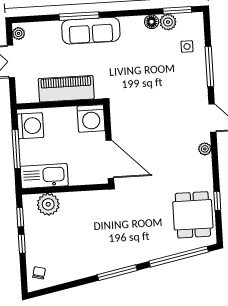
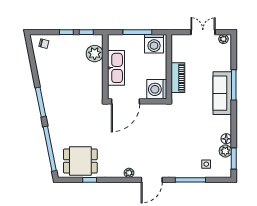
piano: (66, 89) -> (178, 78), width x0.73, depth x0.75
kitchen sink: (44, 176) -> (116, 68), moved

